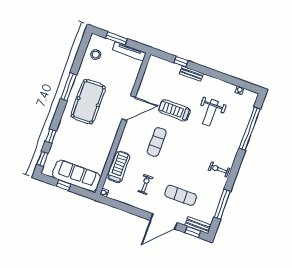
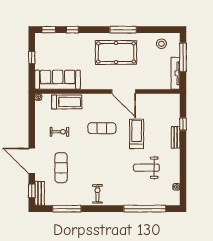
window: (116, 38) -> (183, 57), width x1.44
sofa: (77, 176) -> (58, 80), moved, turned -90

